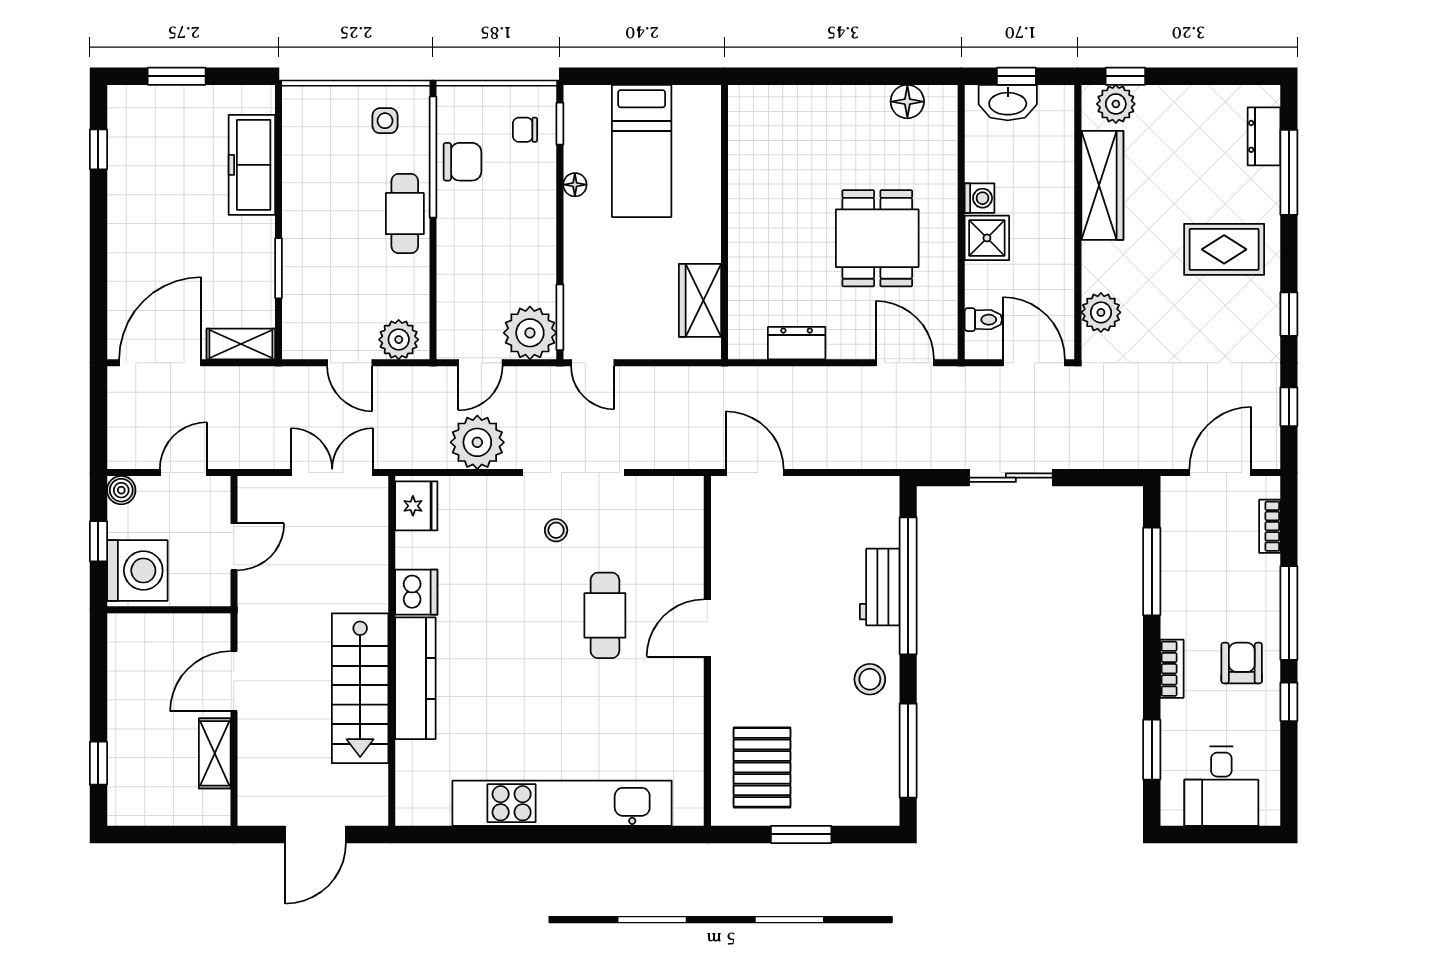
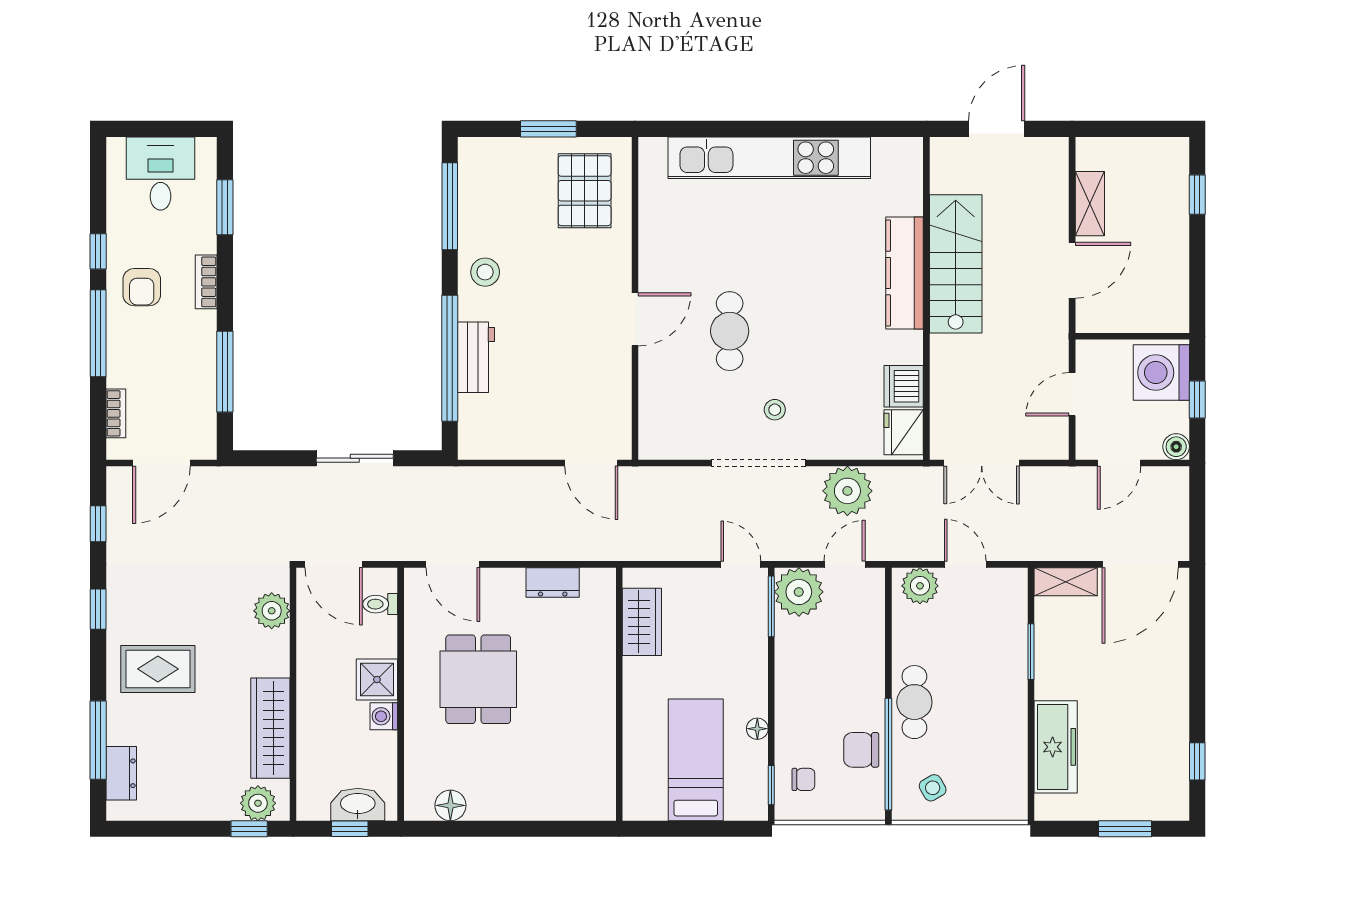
side table: (385, 121) -> (933, 788), turned -30
dishwasher: (416, 592) -> (904, 386), moved

